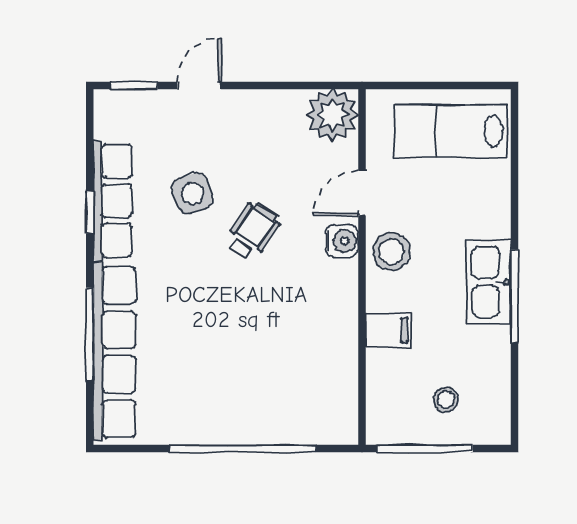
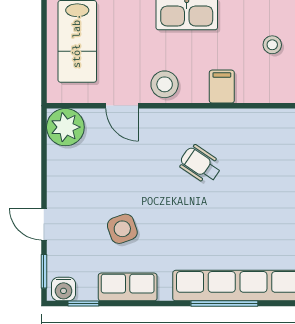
row of seats: (113, 201) -> (128, 287), width x0.68
window: (90, 212) -> (83, 304), moved
wheelchair: (253, 231) -> (201, 164), moved
water cooler: (342, 241) -> (64, 289), moved, turned 180

